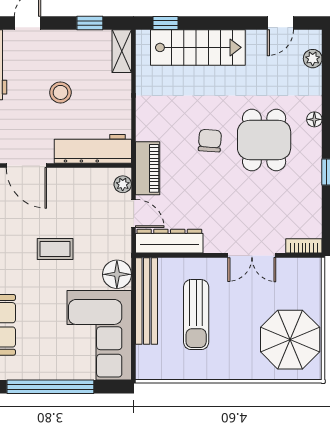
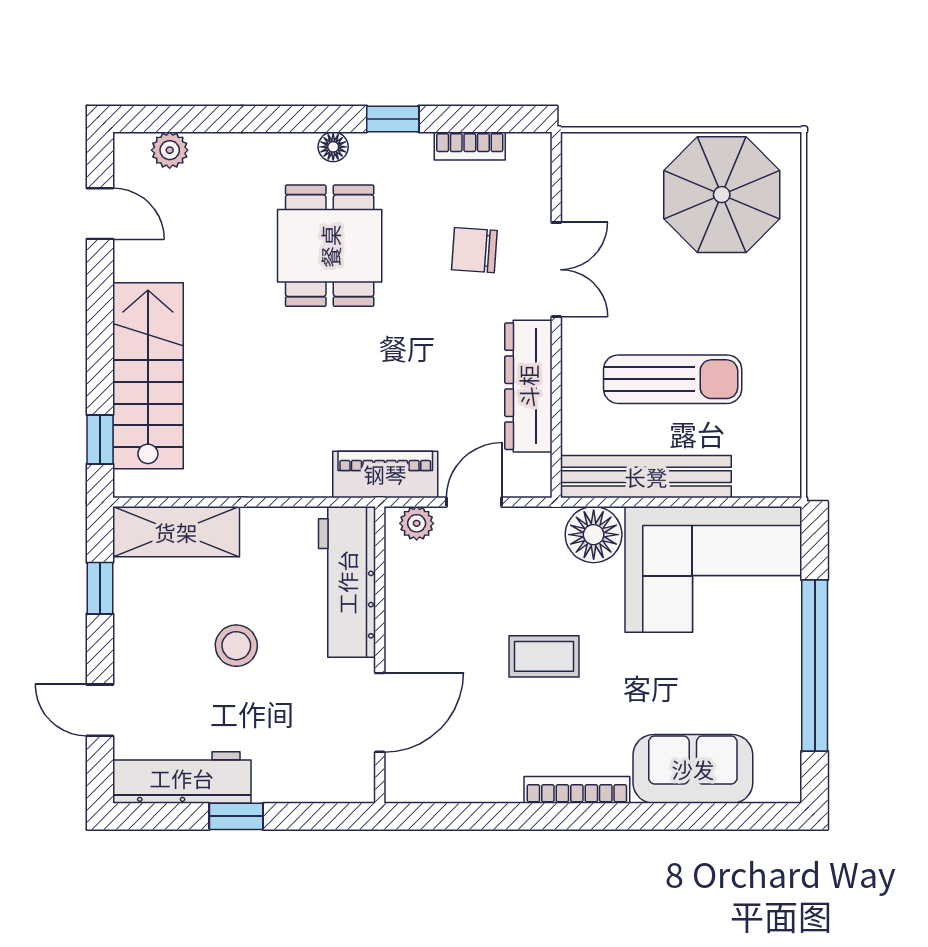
shelving: (122, 51) -> (176, 532), width x1.50, depth x1.33
floor lamp: (314, 119) -> (333, 147), moved
dining table: (264, 140) -> (330, 246), turned 90
chair: (210, 141) -> (474, 250), moved
dresser: (169, 241) -> (528, 386), moved
bookcase: (304, 246) -> (470, 146), moved, turned -90
coffee table: (55, 249) -> (544, 656), turned 90

